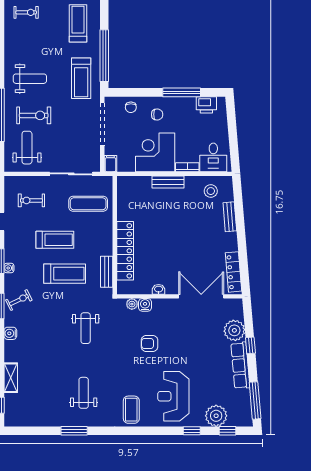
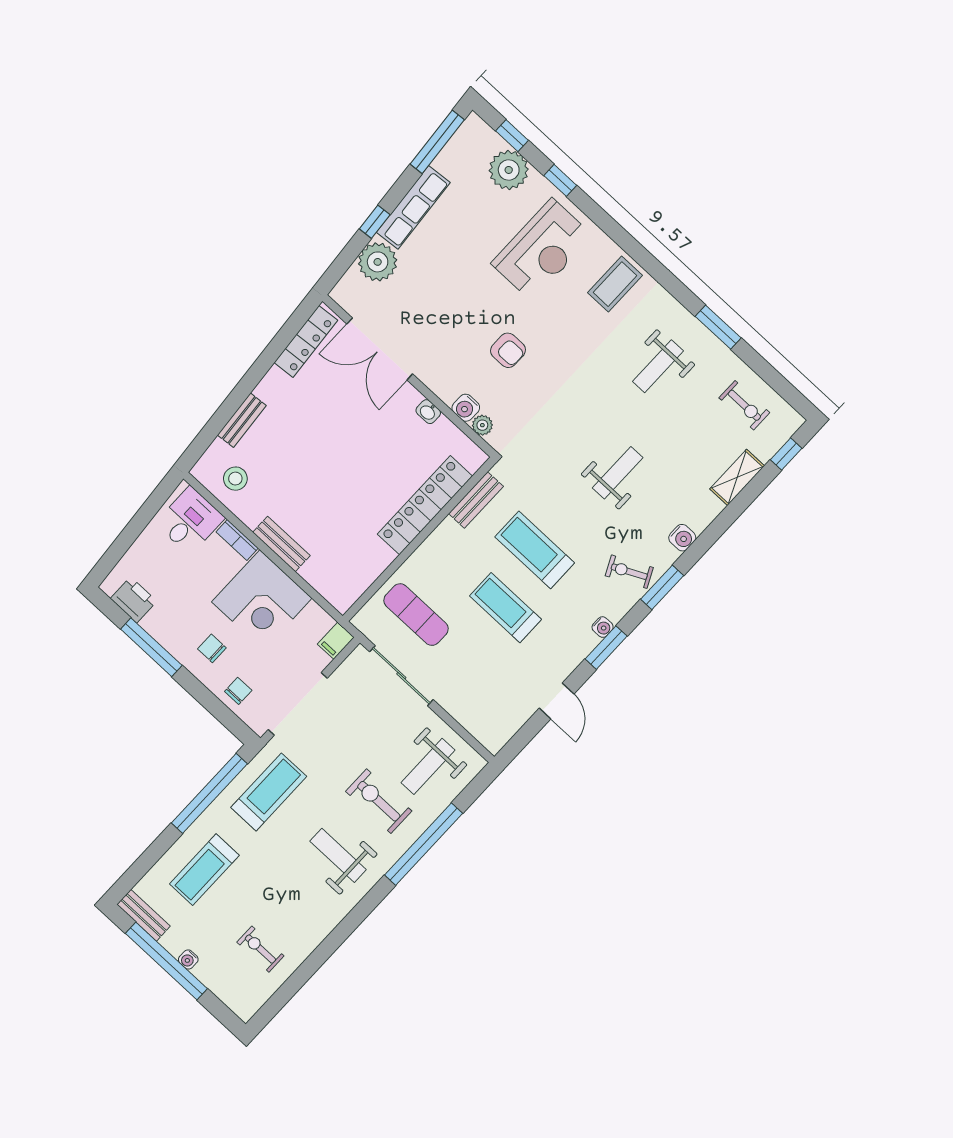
exercise bike: (31, 200) -> (744, 405), moved
weight bench: (86, 328) -> (618, 473), moved

